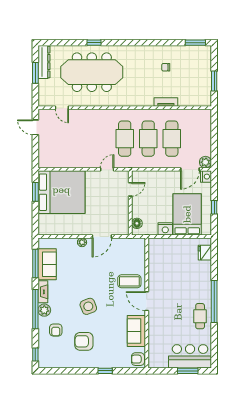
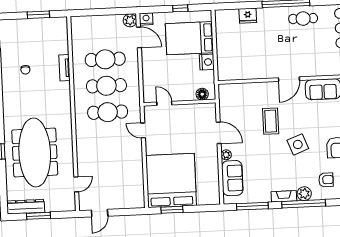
fridge: (205, 253) -> (248, 16), moved
sofa: (47, 264) -> (232, 178), moved, turned 90
coffee table: (129, 281) -> (271, 121), moved

